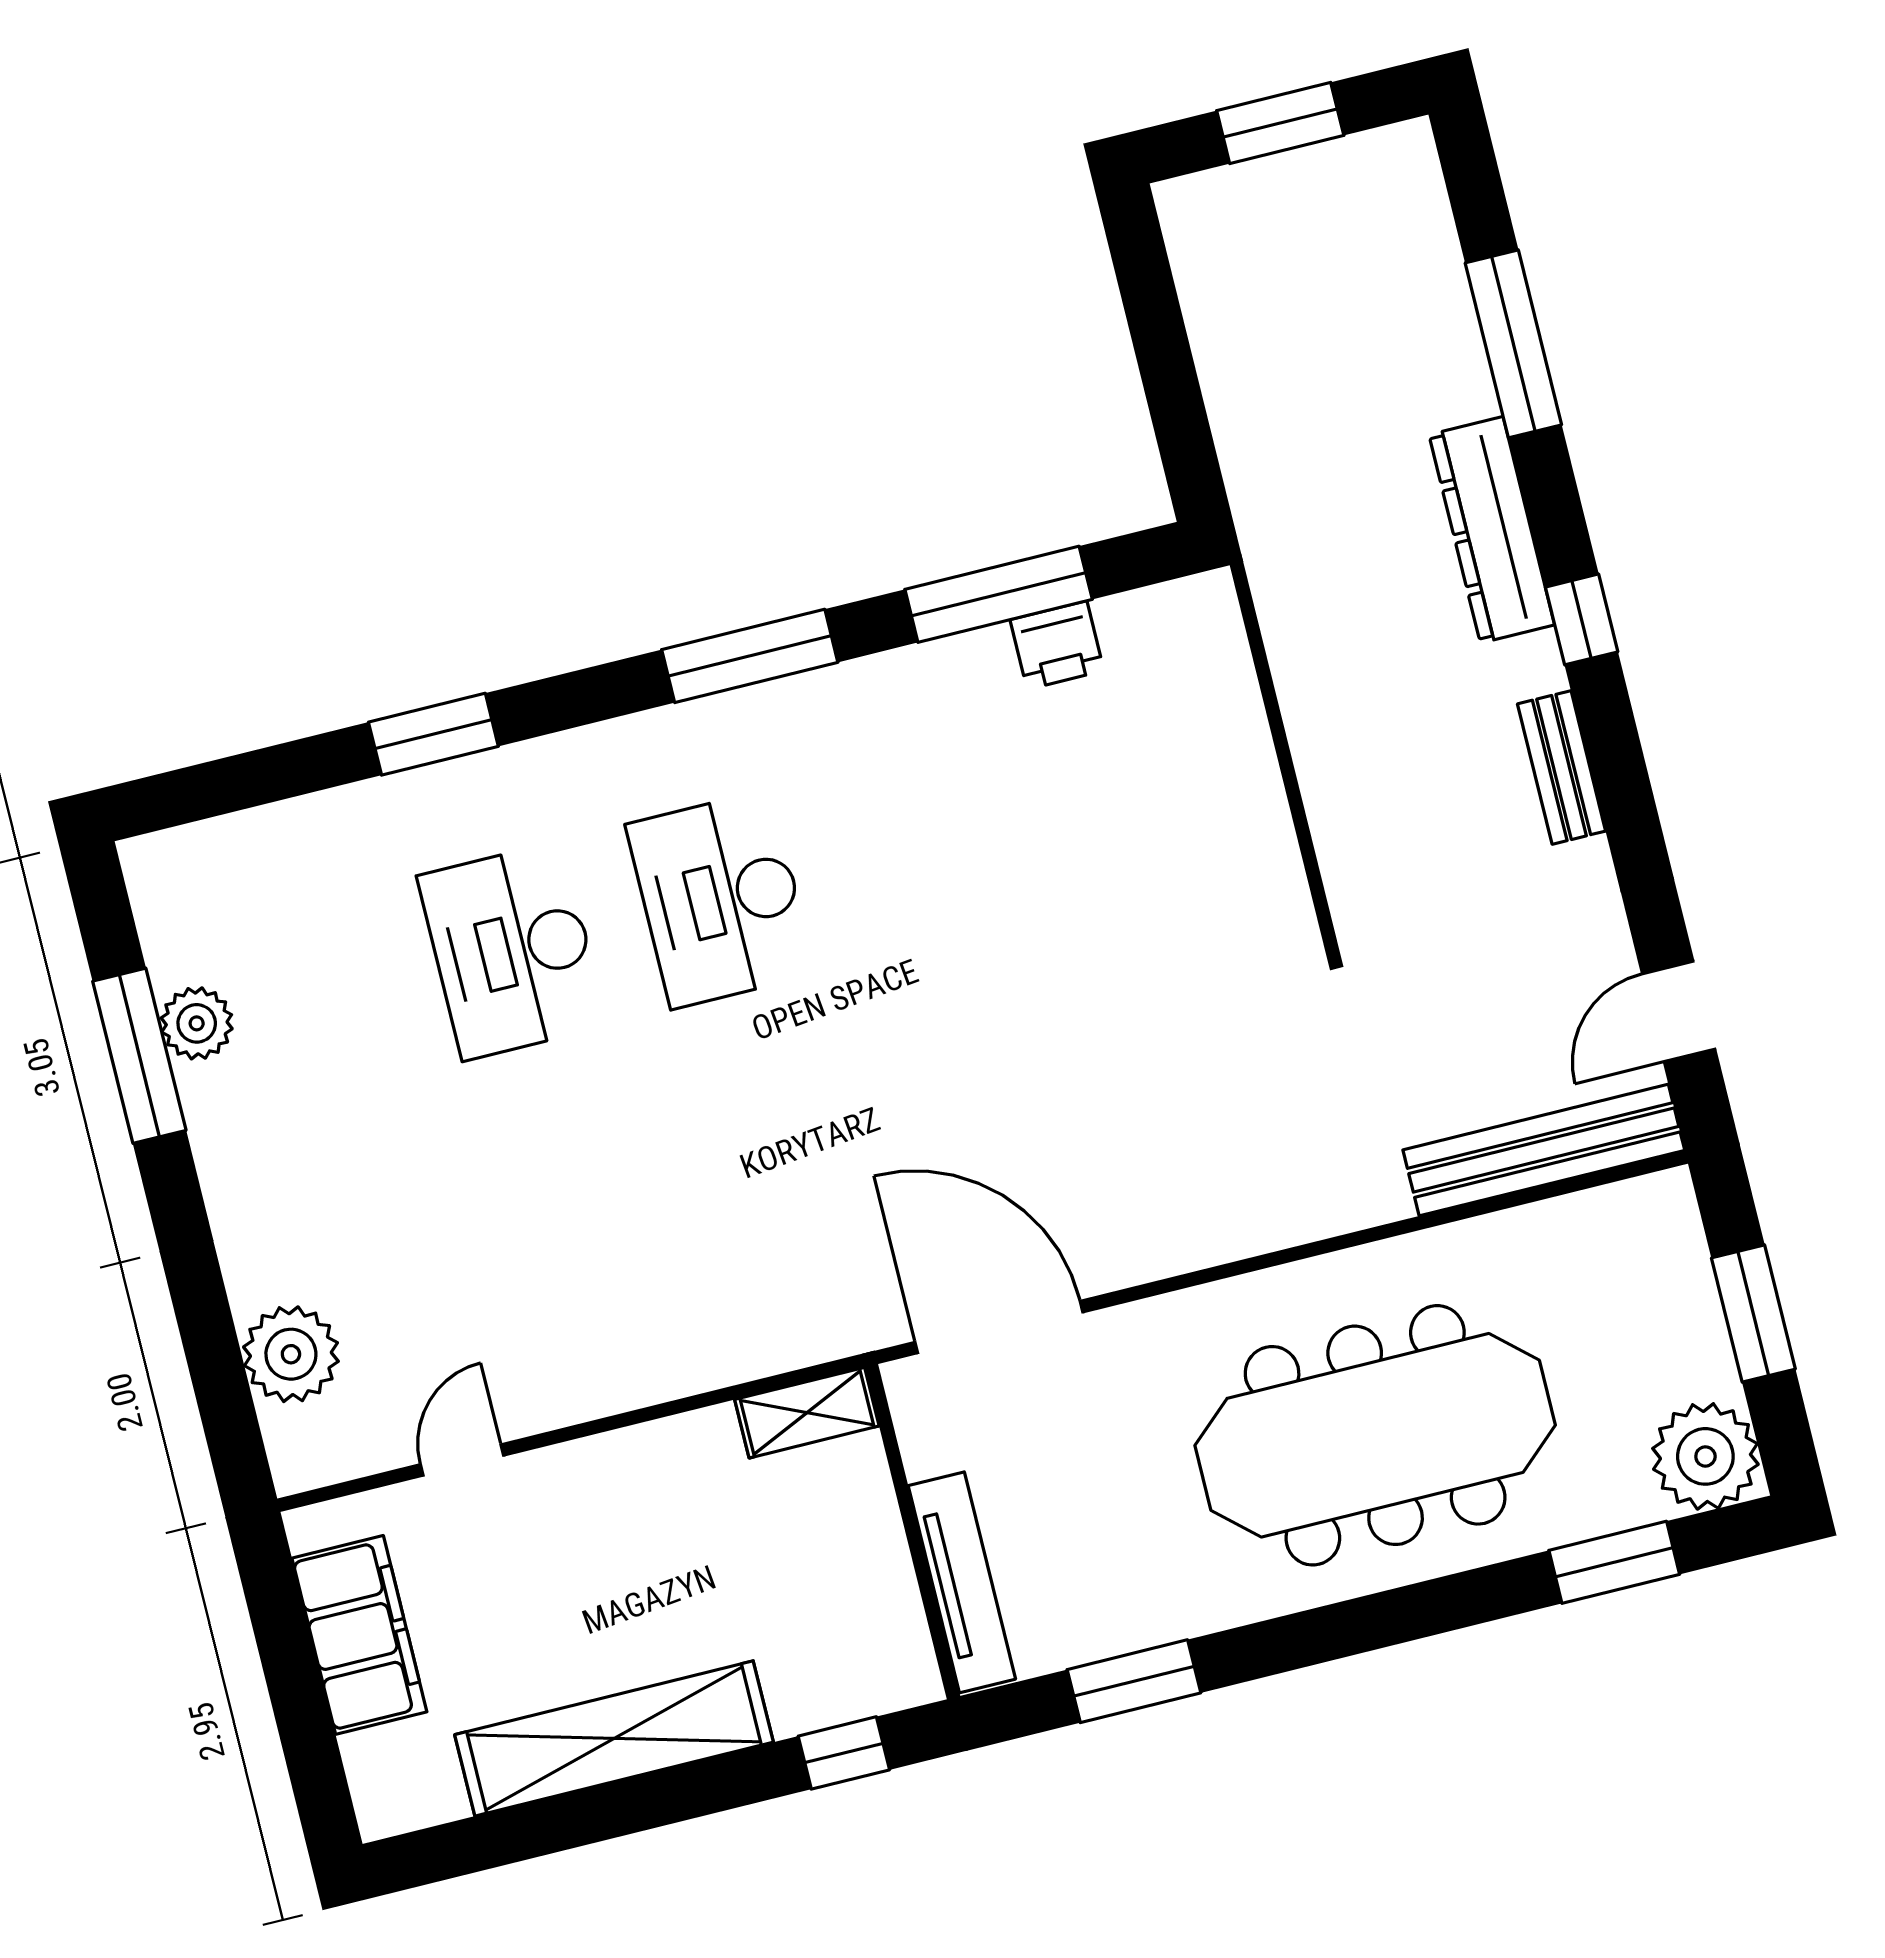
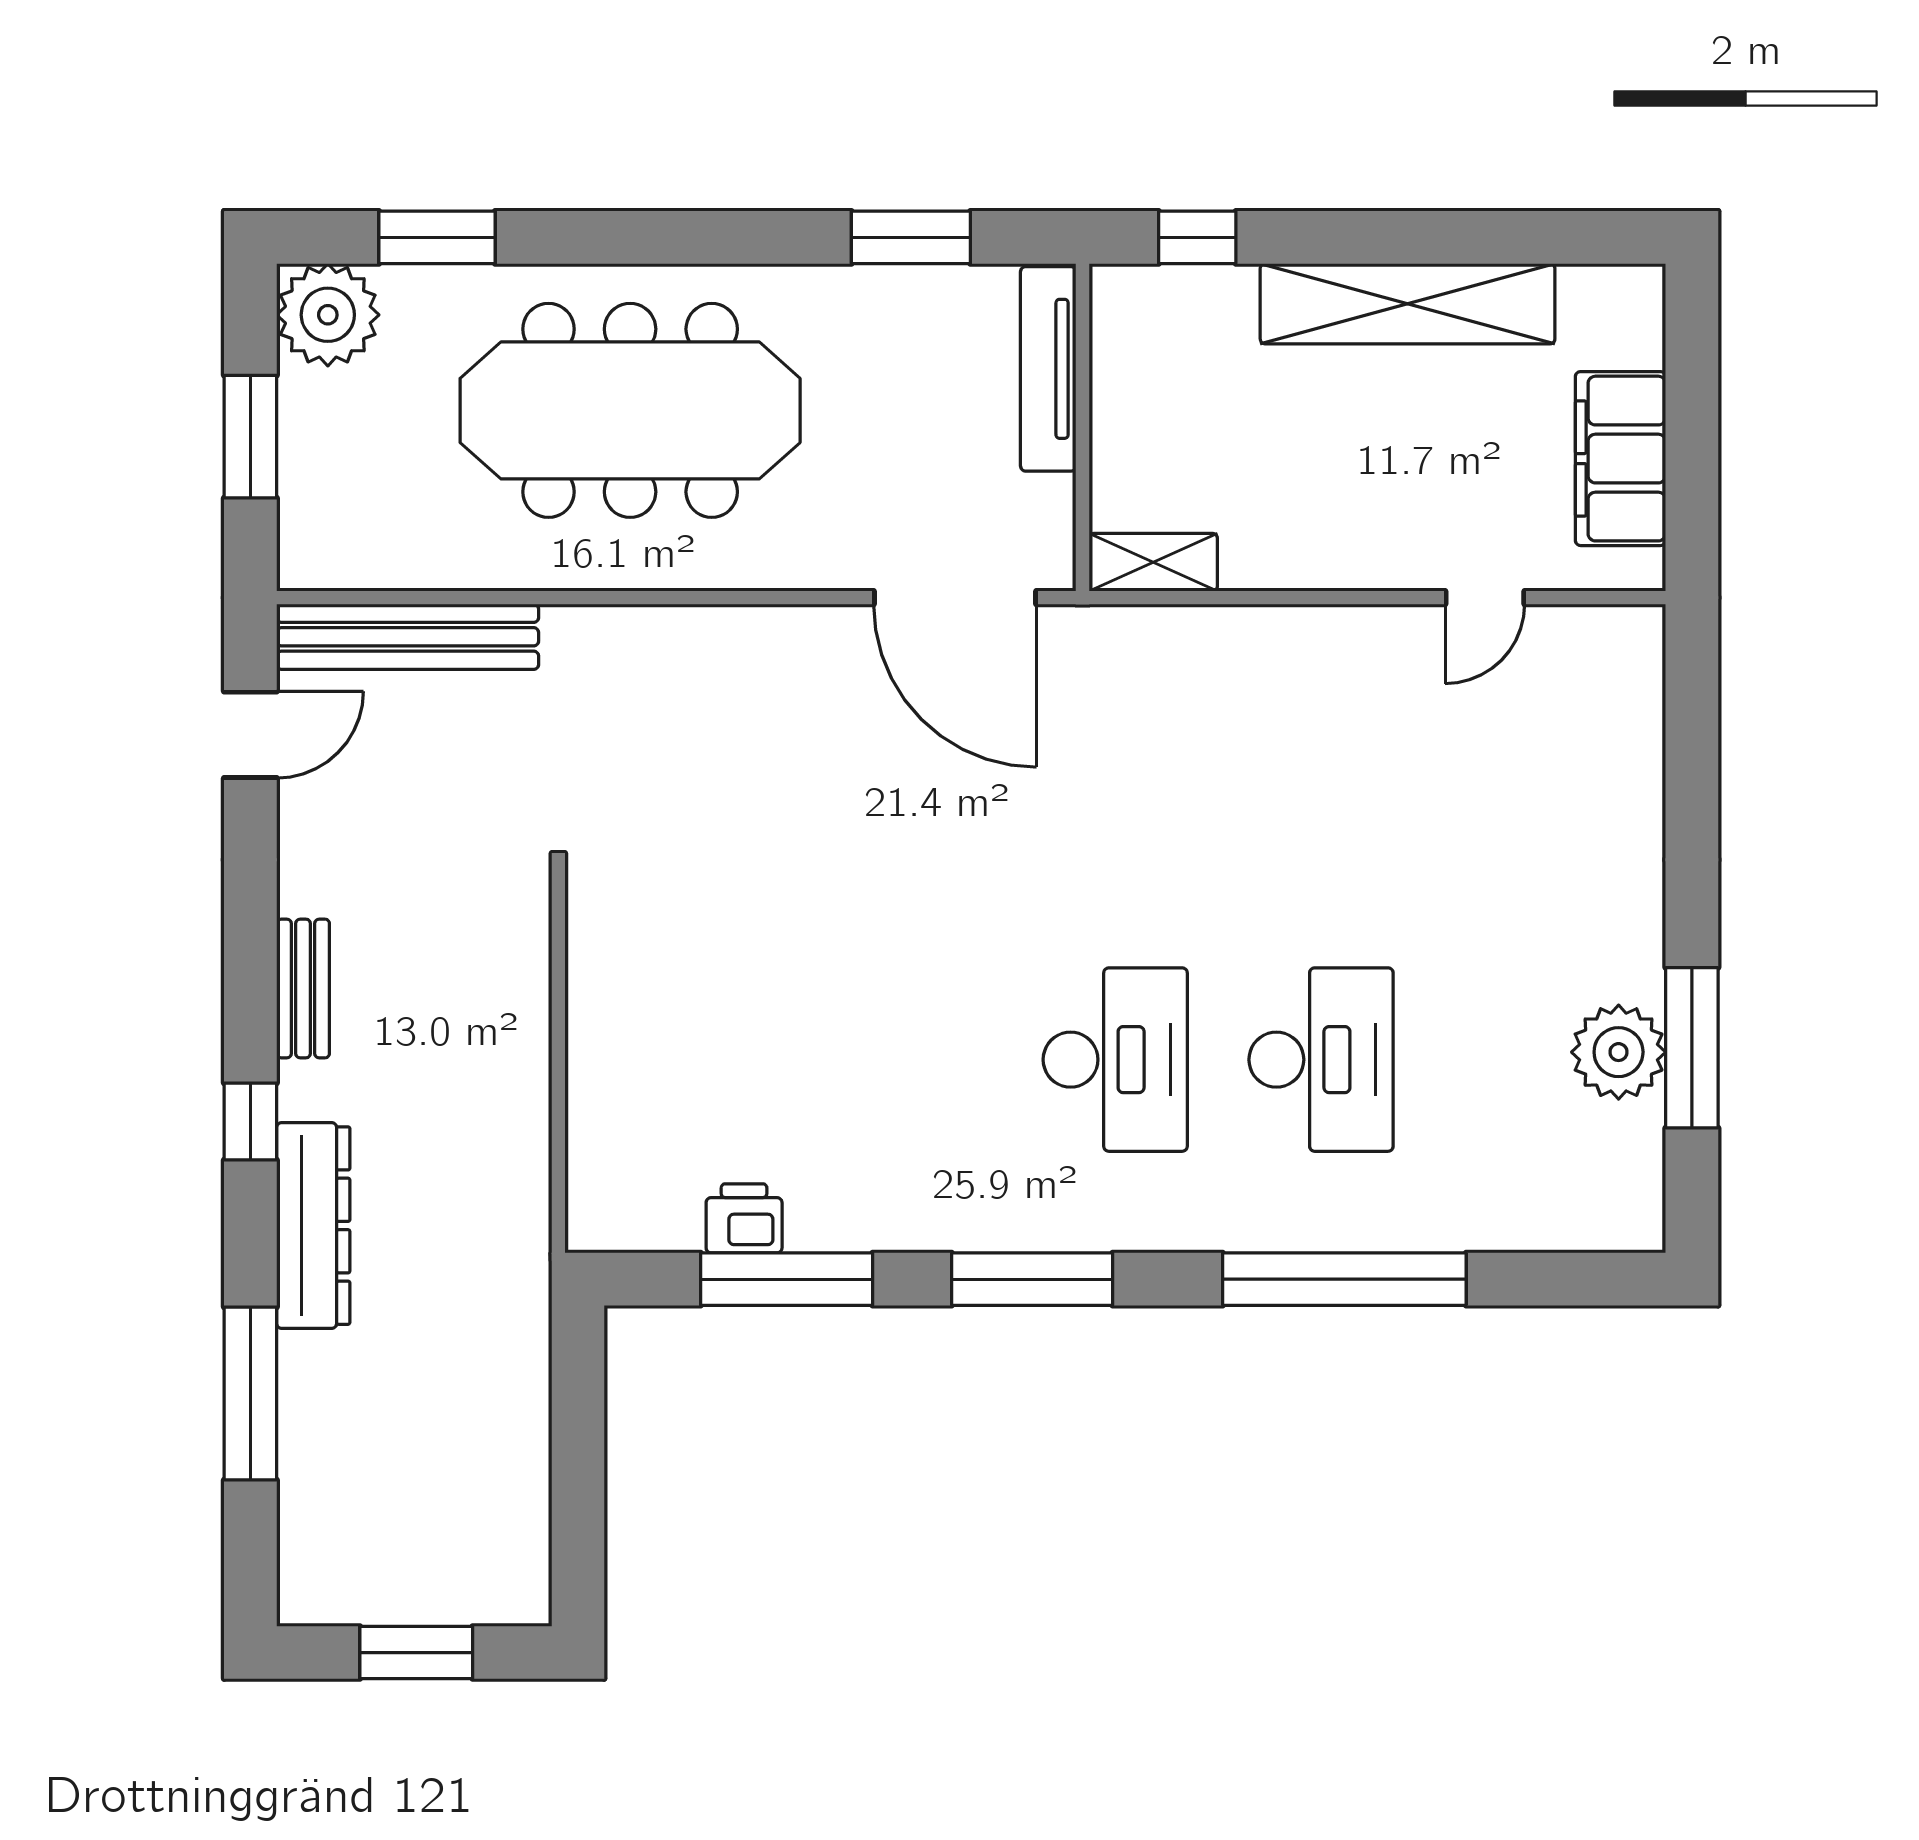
window: (433, 734) -> (1344, 1279), width x2.11
plant: (197, 1023) -> (1619, 1052), width x1.36, depth x1.36
plant: (291, 1354) -> (1620, 735), removed

